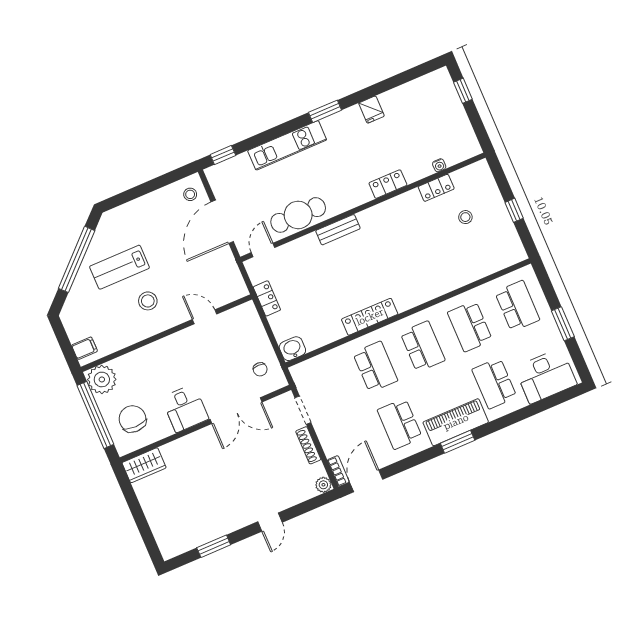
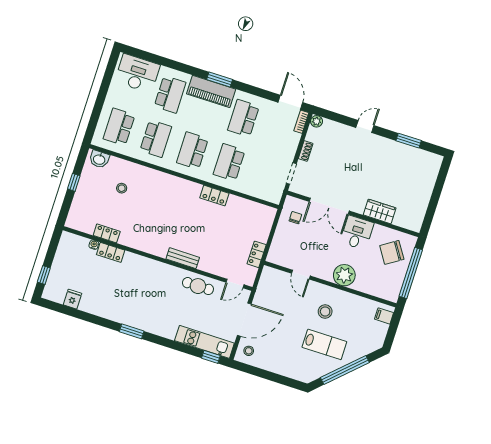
fridge: (371, 110) -> (73, 299), moved
kitchen unit: (287, 145) -> (204, 342), moved
locker: (388, 184) -> (111, 252), moved
cafe table: (298, 215) -> (198, 286), width x0.73, depth x0.74
stool: (465, 217) -> (122, 188), moved
locker: (370, 317) -> (214, 196), width x0.66
window: (563, 324) -> (102, 94), removed
washbasin: (292, 349) -> (99, 159), moved
plant: (102, 379) -> (344, 275), moved
double door: (236, 411) -> (329, 206), swing flipped
chair: (132, 419) -> (392, 252), turned 57
school desk: (400, 424) -> (243, 118), turned 180
shoe rack: (308, 445) -> (306, 151), width x0.70
wardrobe: (144, 465) -> (380, 211), moved
door: (366, 481) -> (290, 102), swing flipped

